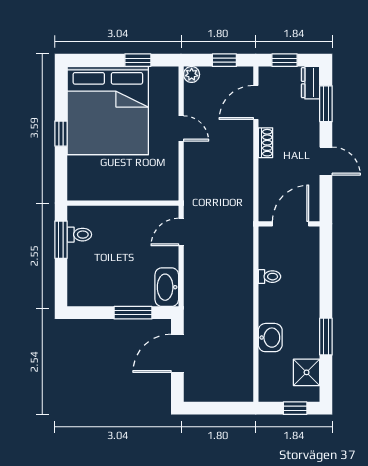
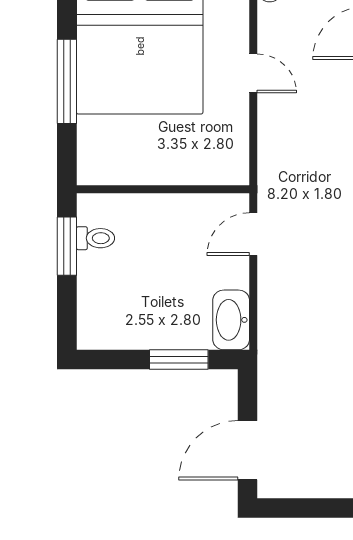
window: (61, 134) -> (67, 81), width x2.17
door: (177, 353) -> (248, 450), moved

